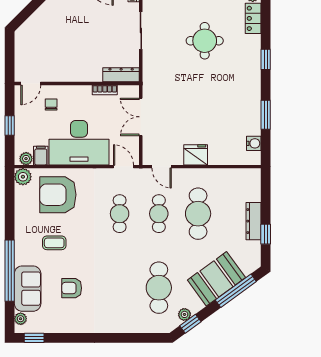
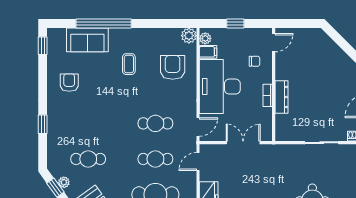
dresser: (121, 75) -> (281, 97), moved
door: (31, 83) -> (274, 43), swing flipped
bookcase: (105, 90) -> (268, 95), moved
armchair: (58, 195) -> (173, 67), width x0.73, depth x0.73
armchair: (72, 288) -> (69, 83), moved
cafe table: (159, 288) -> (88, 159), width x0.73, depth x0.74
plant: (21, 319) -> (60, 33), removed
window: (121, 338) -> (43, 124), added

